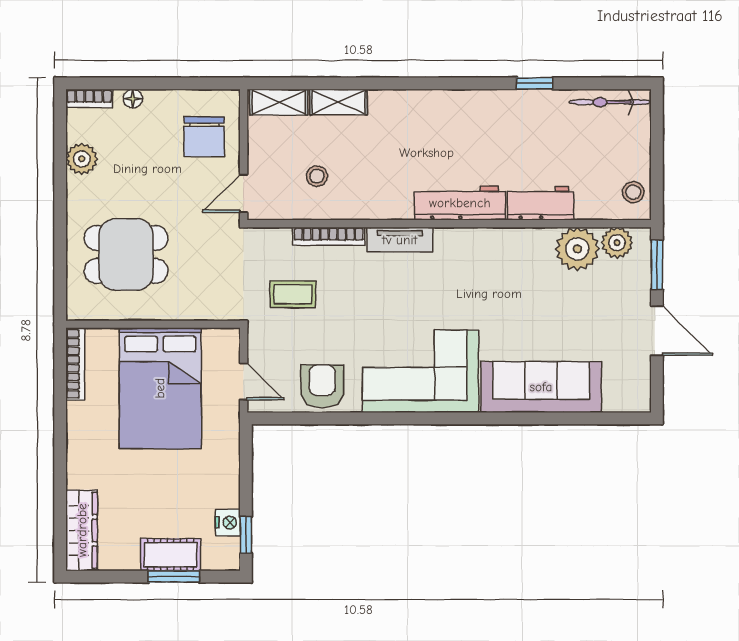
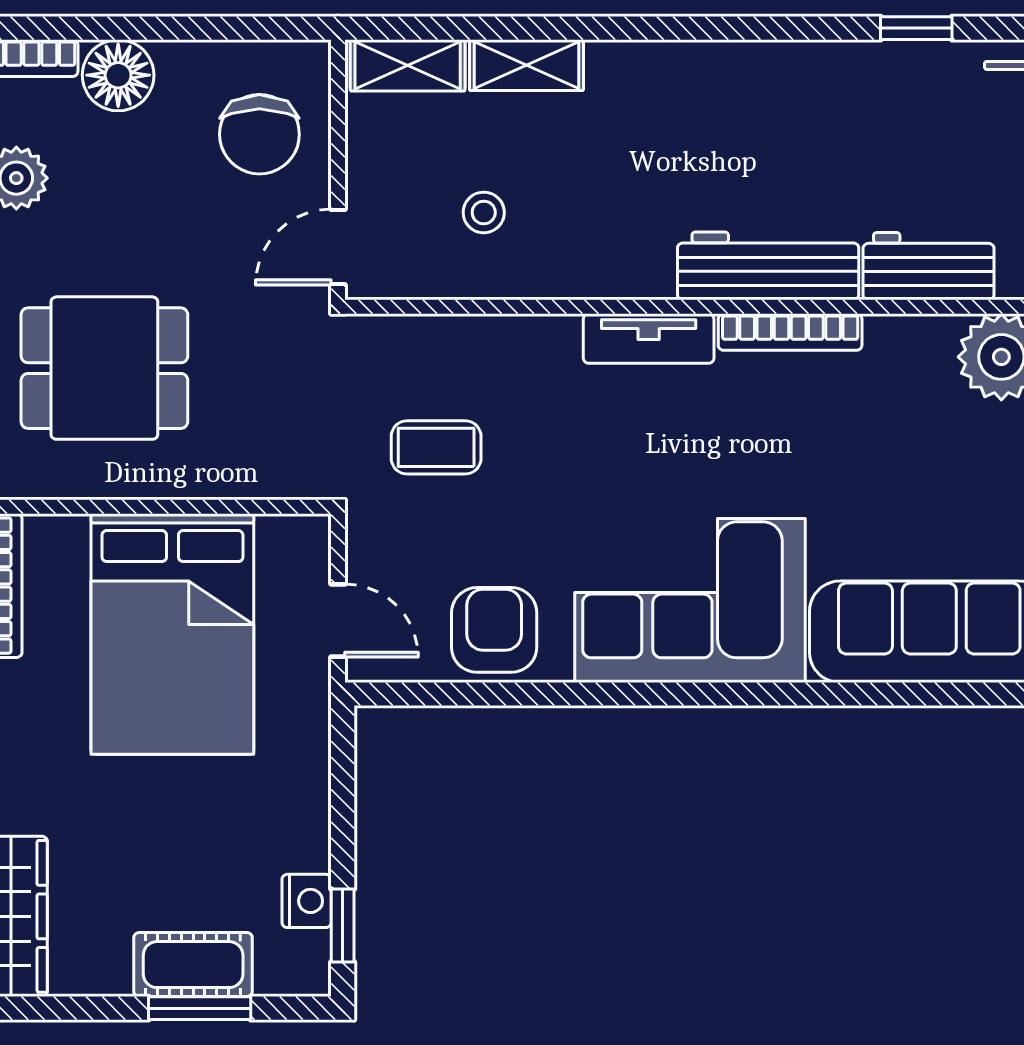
floor lamp: (133, 99) -> (118, 75), width x1.89, depth x1.89
bookcase: (329, 236) -> (790, 332), moved

